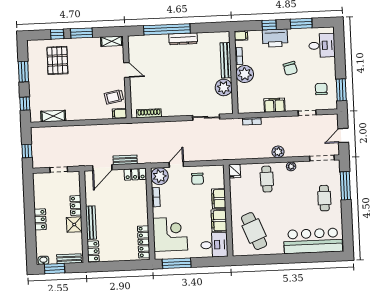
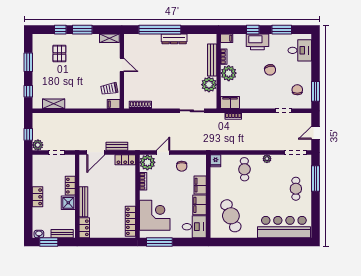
pallet: (57, 60) -> (59, 53), width x0.67, depth x0.71
filing cabinet: (274, 105) -> (230, 103), moved
plant: (278, 152) -> (38, 145), moved

